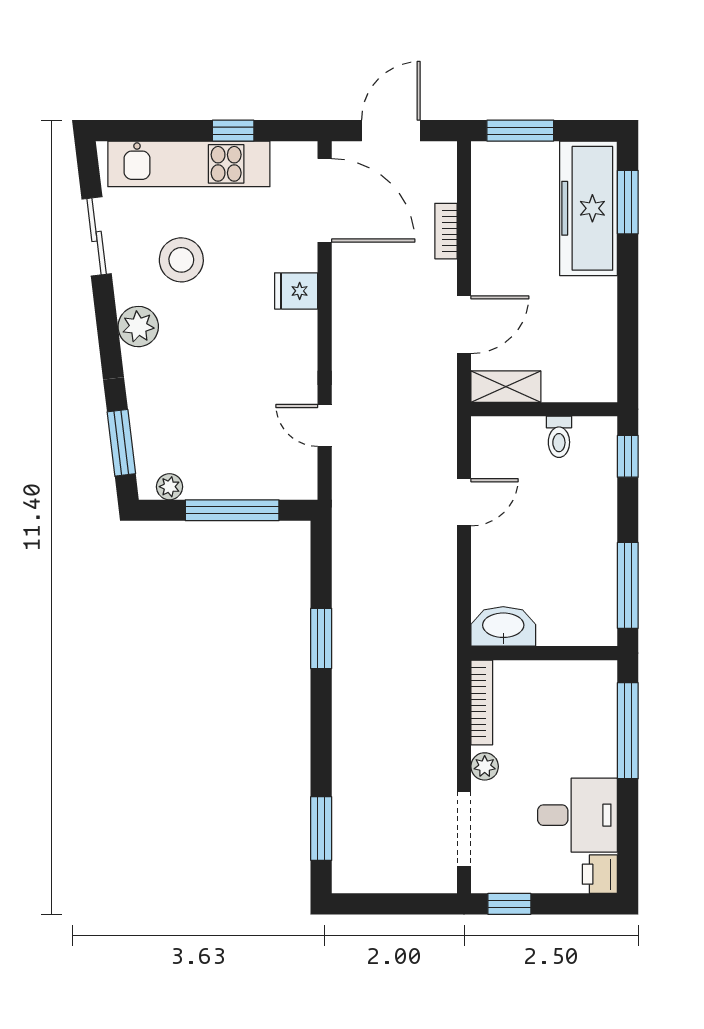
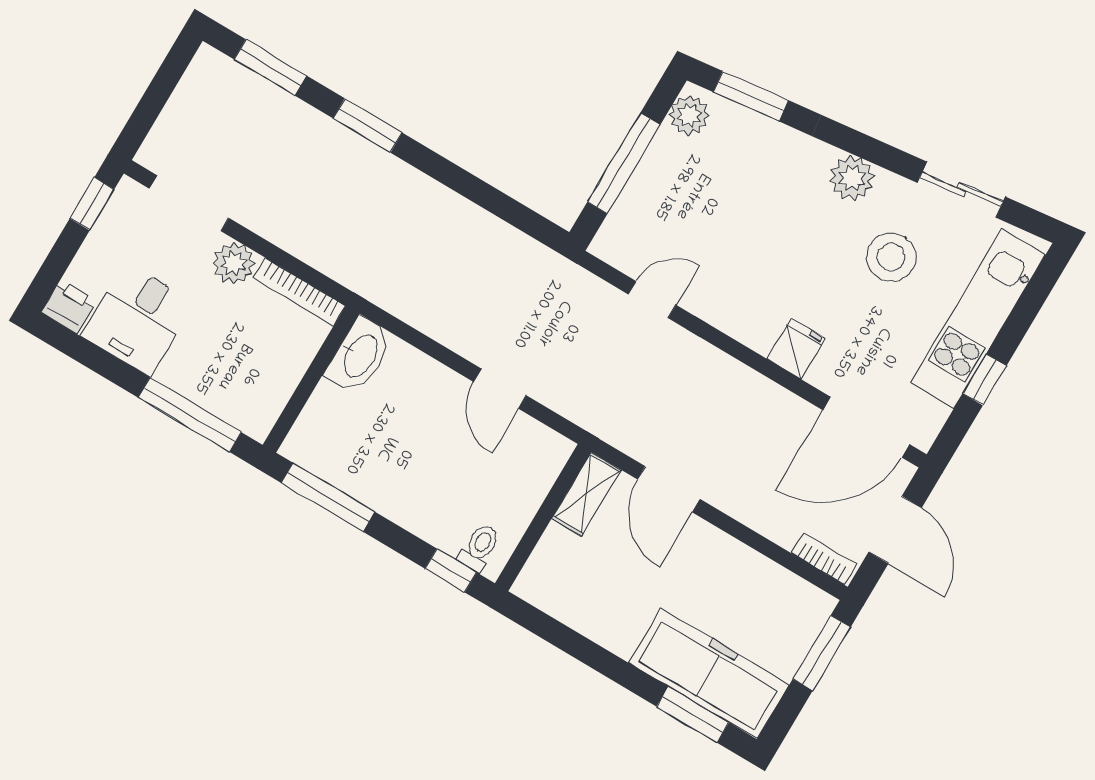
bookcase: (446, 231) -> (824, 558), moved
toilet: (559, 437) -> (479, 547), moved, turned 90
plant: (169, 487) -> (689, 115), width x1.38, depth x1.38
window: (321, 638) -> (368, 126), moved
plant: (485, 766) -> (234, 263), width x1.38, depth x1.38

